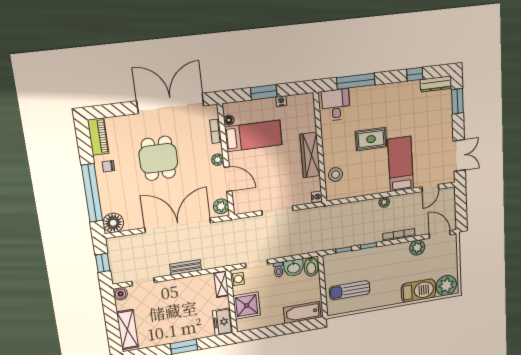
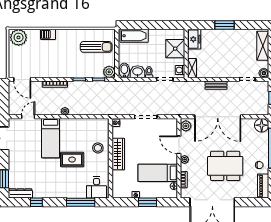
dining table: (158, 158) -> (225, 166), width x1.38
stool: (336, 174) -> (98, 148), moved
plant: (417, 248) -> (109, 72), moved
barbecue: (418, 291) -> (48, 34), width x0.53, depth x0.65

